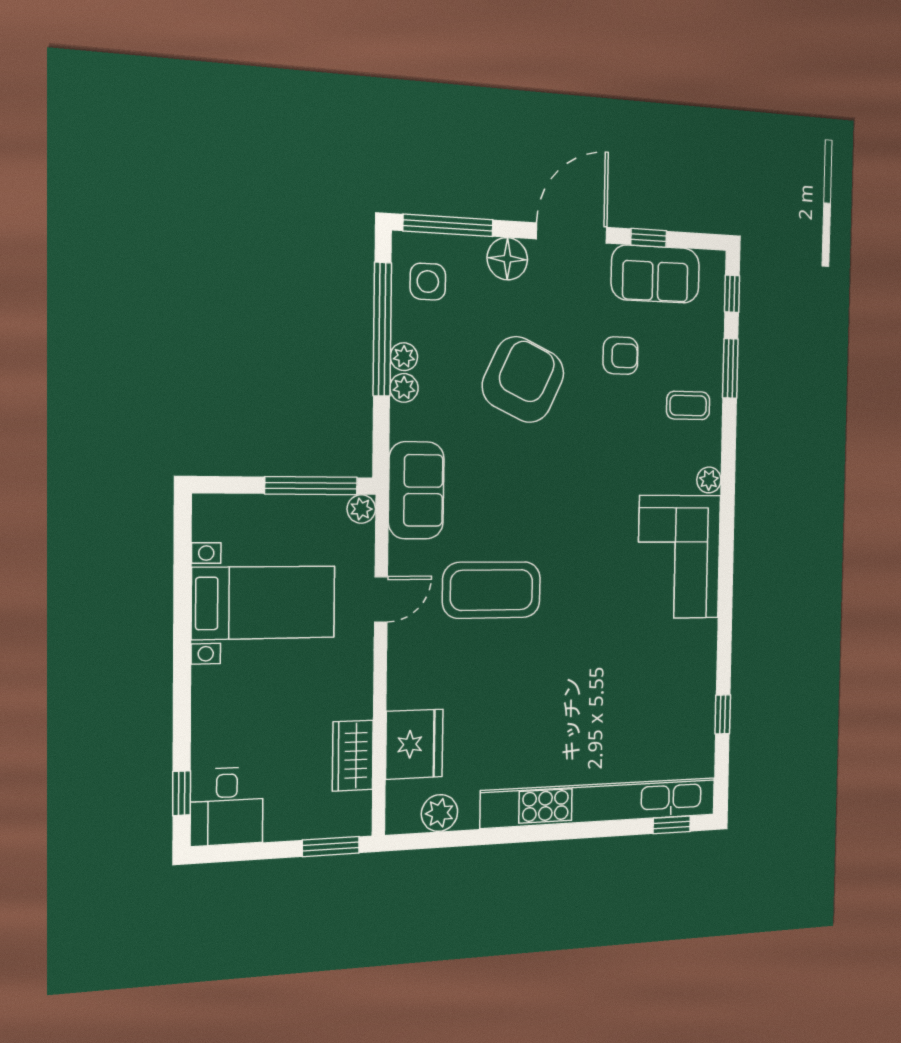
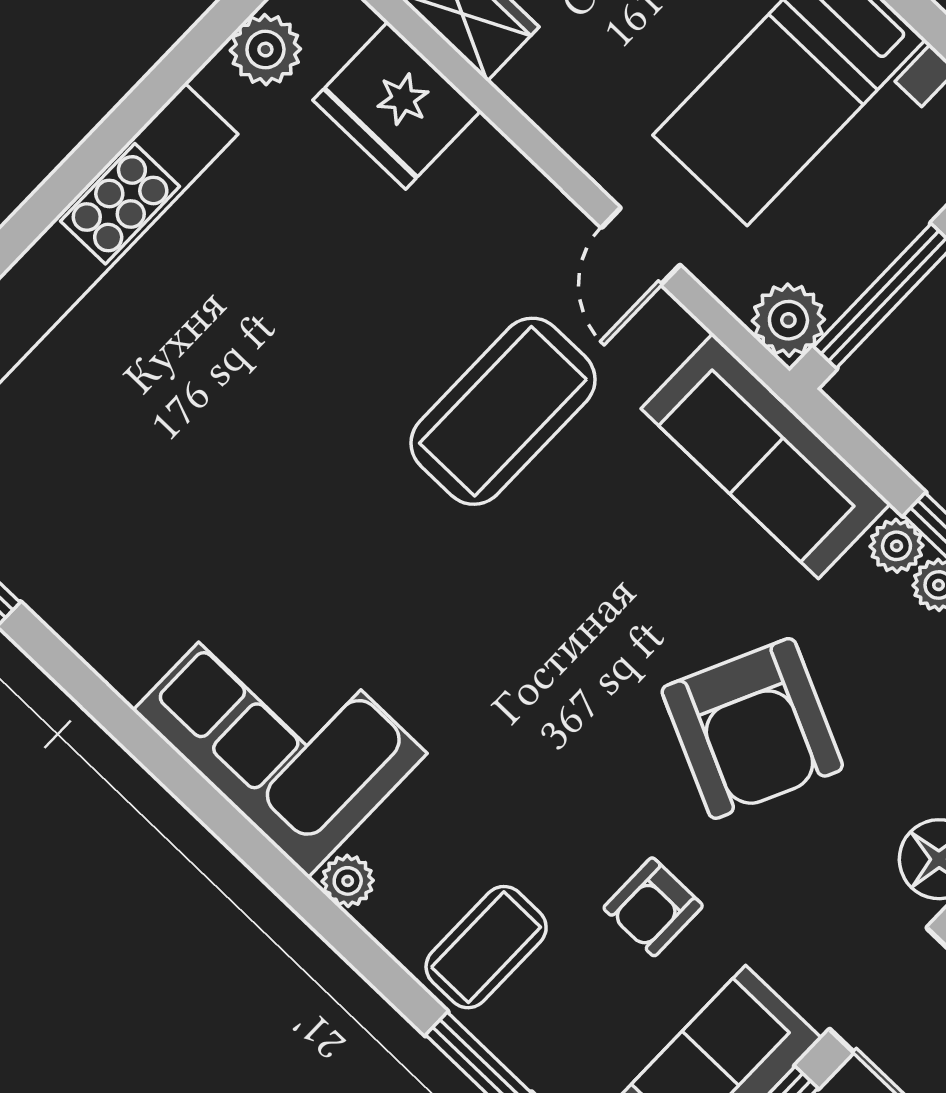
coffee table: (688, 406) -> (486, 947), width x1.36, depth x1.30
sofa: (416, 490) -> (766, 456), width x1.36
plant: (361, 509) -> (788, 320), width x1.38, depth x1.38

